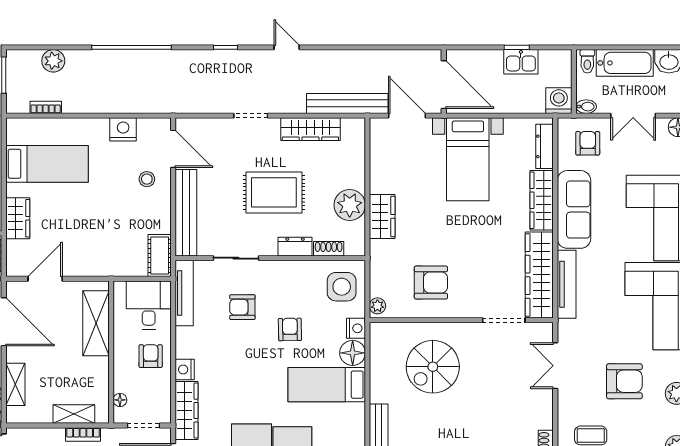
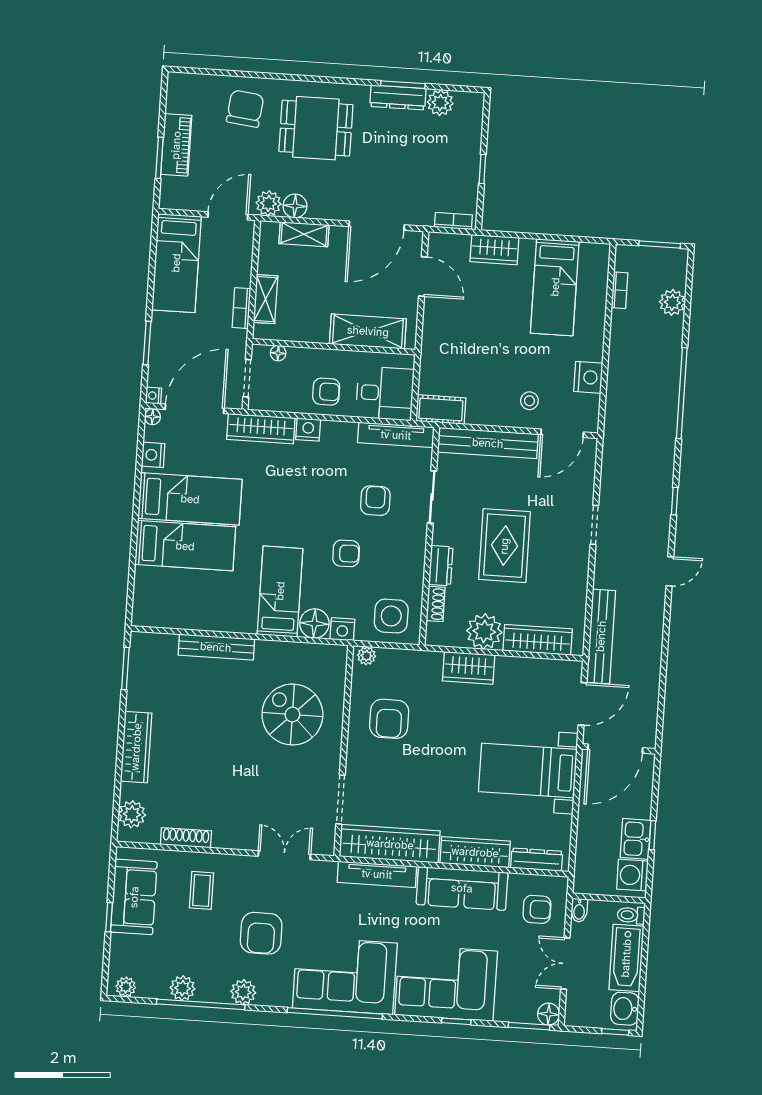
washing machine: (559, 101) -> (632, 875), moved, turned 180
wardrobe: (310, 129) -> (538, 640), moved, turned 90

